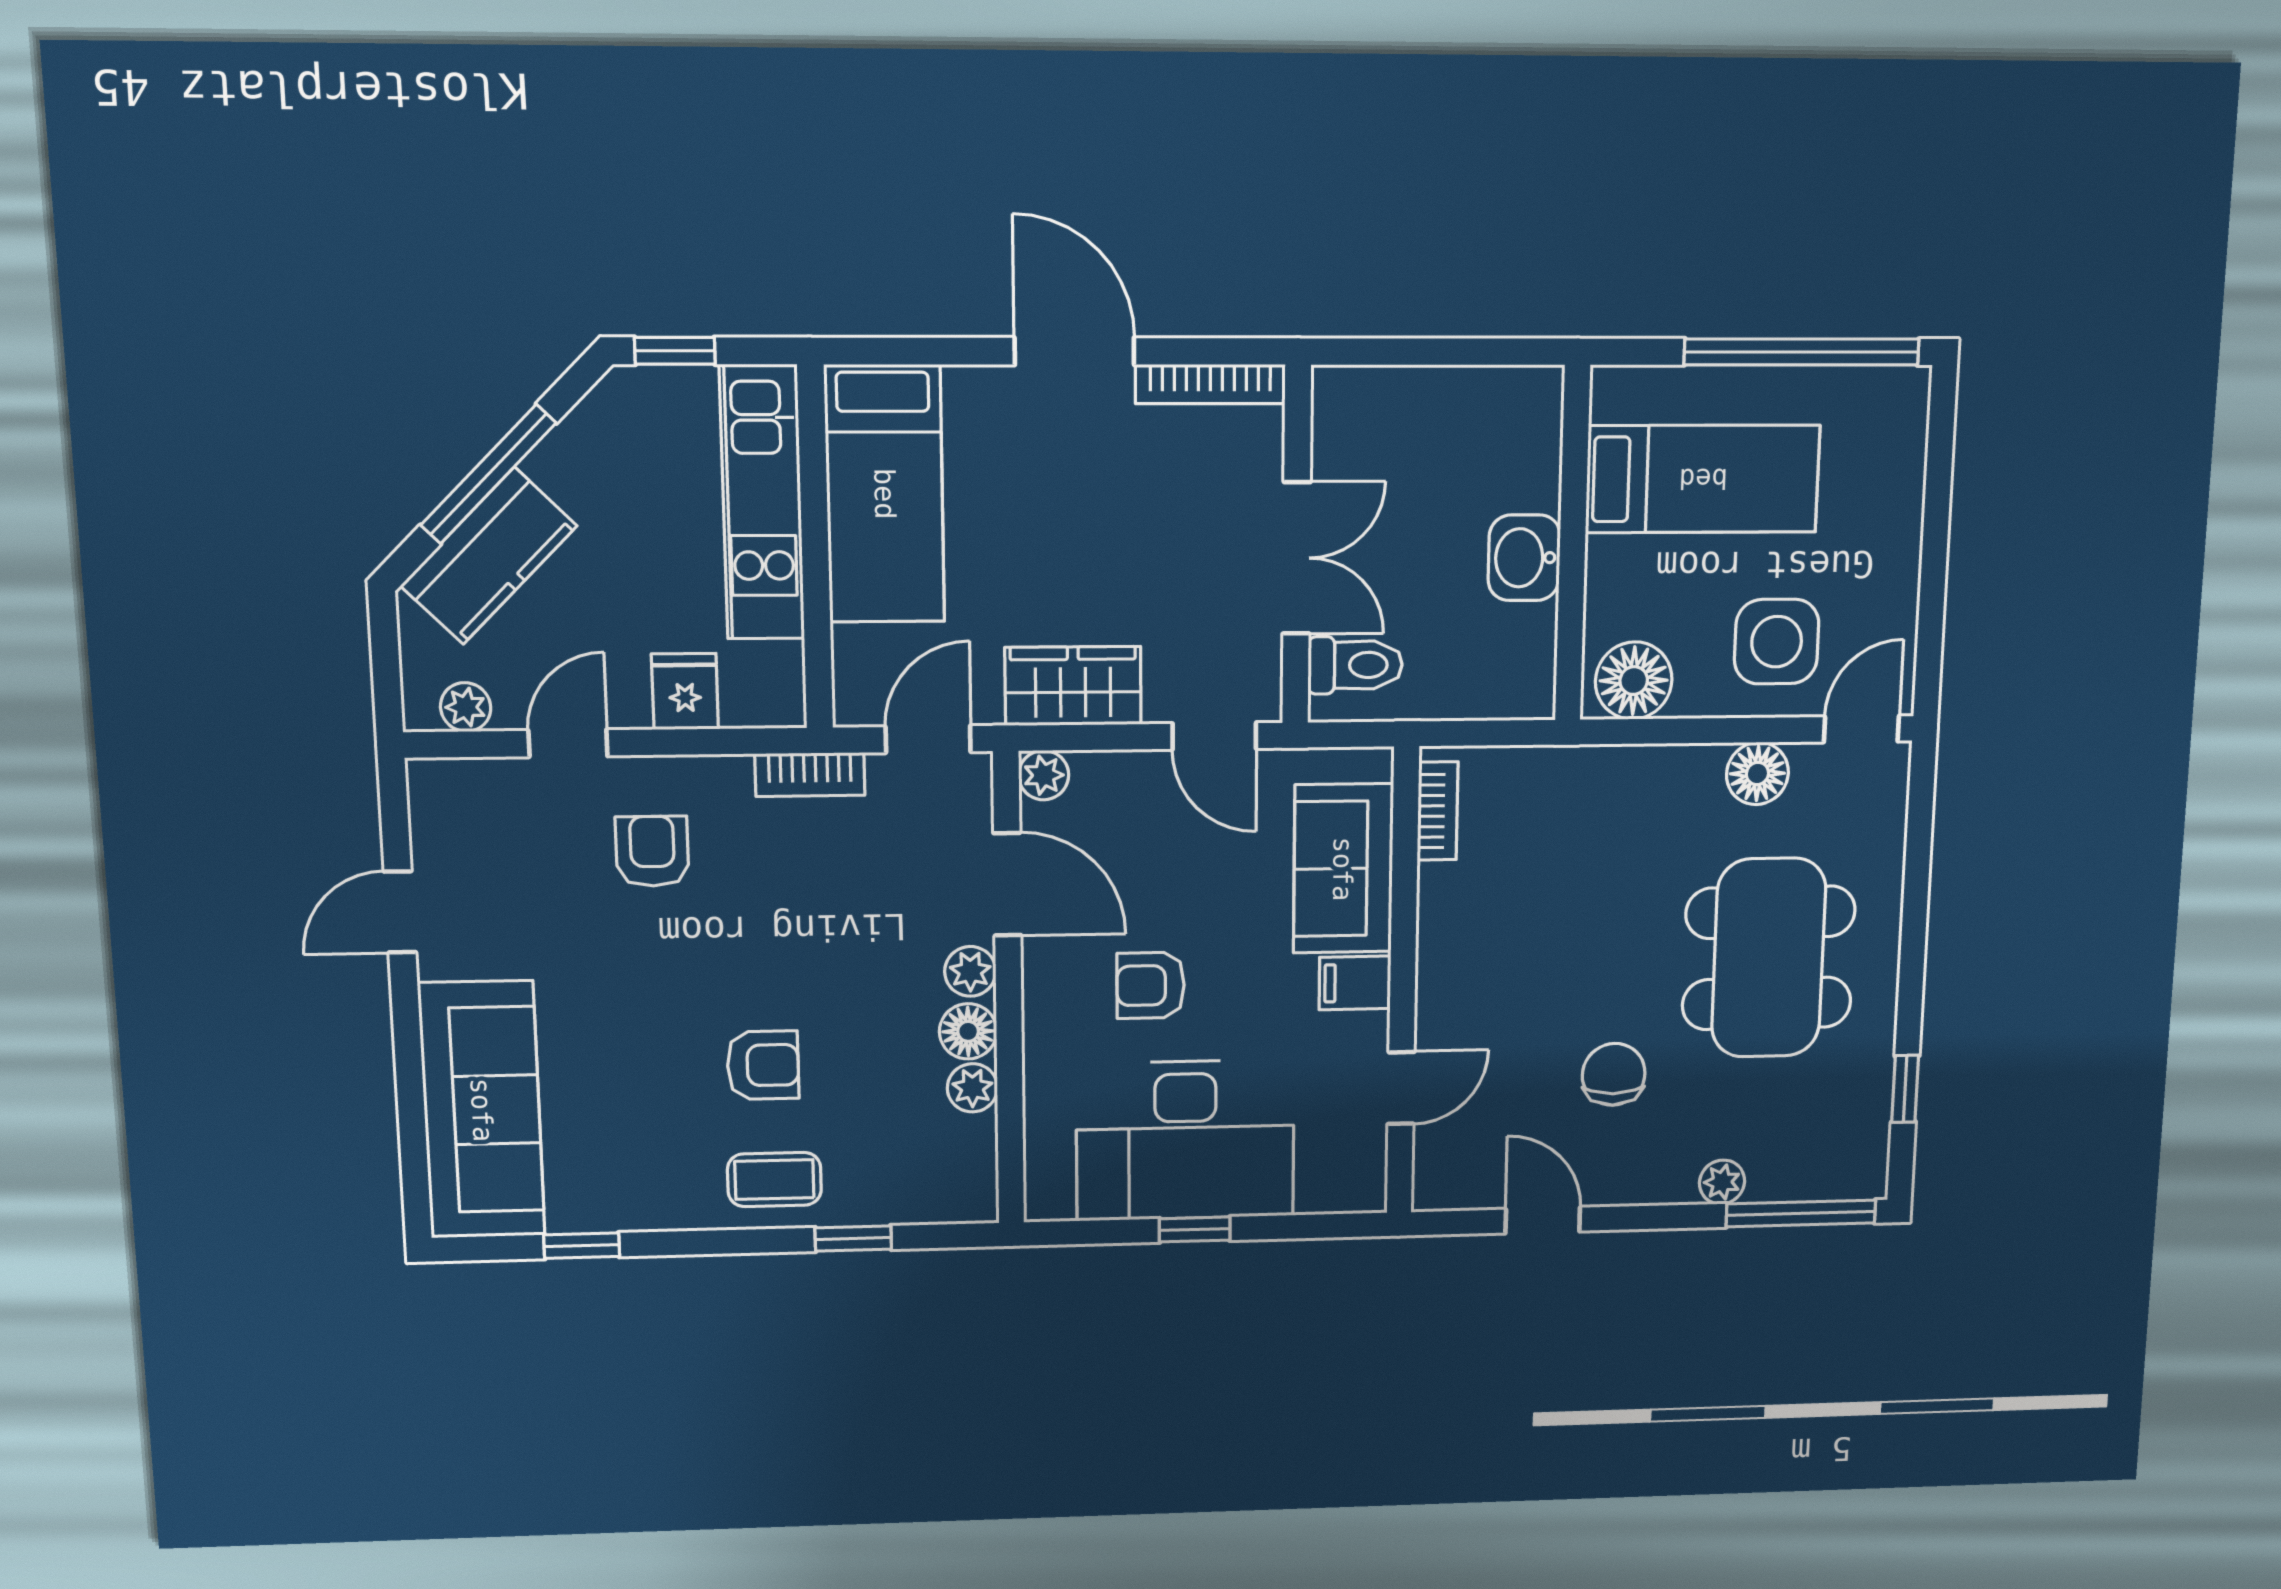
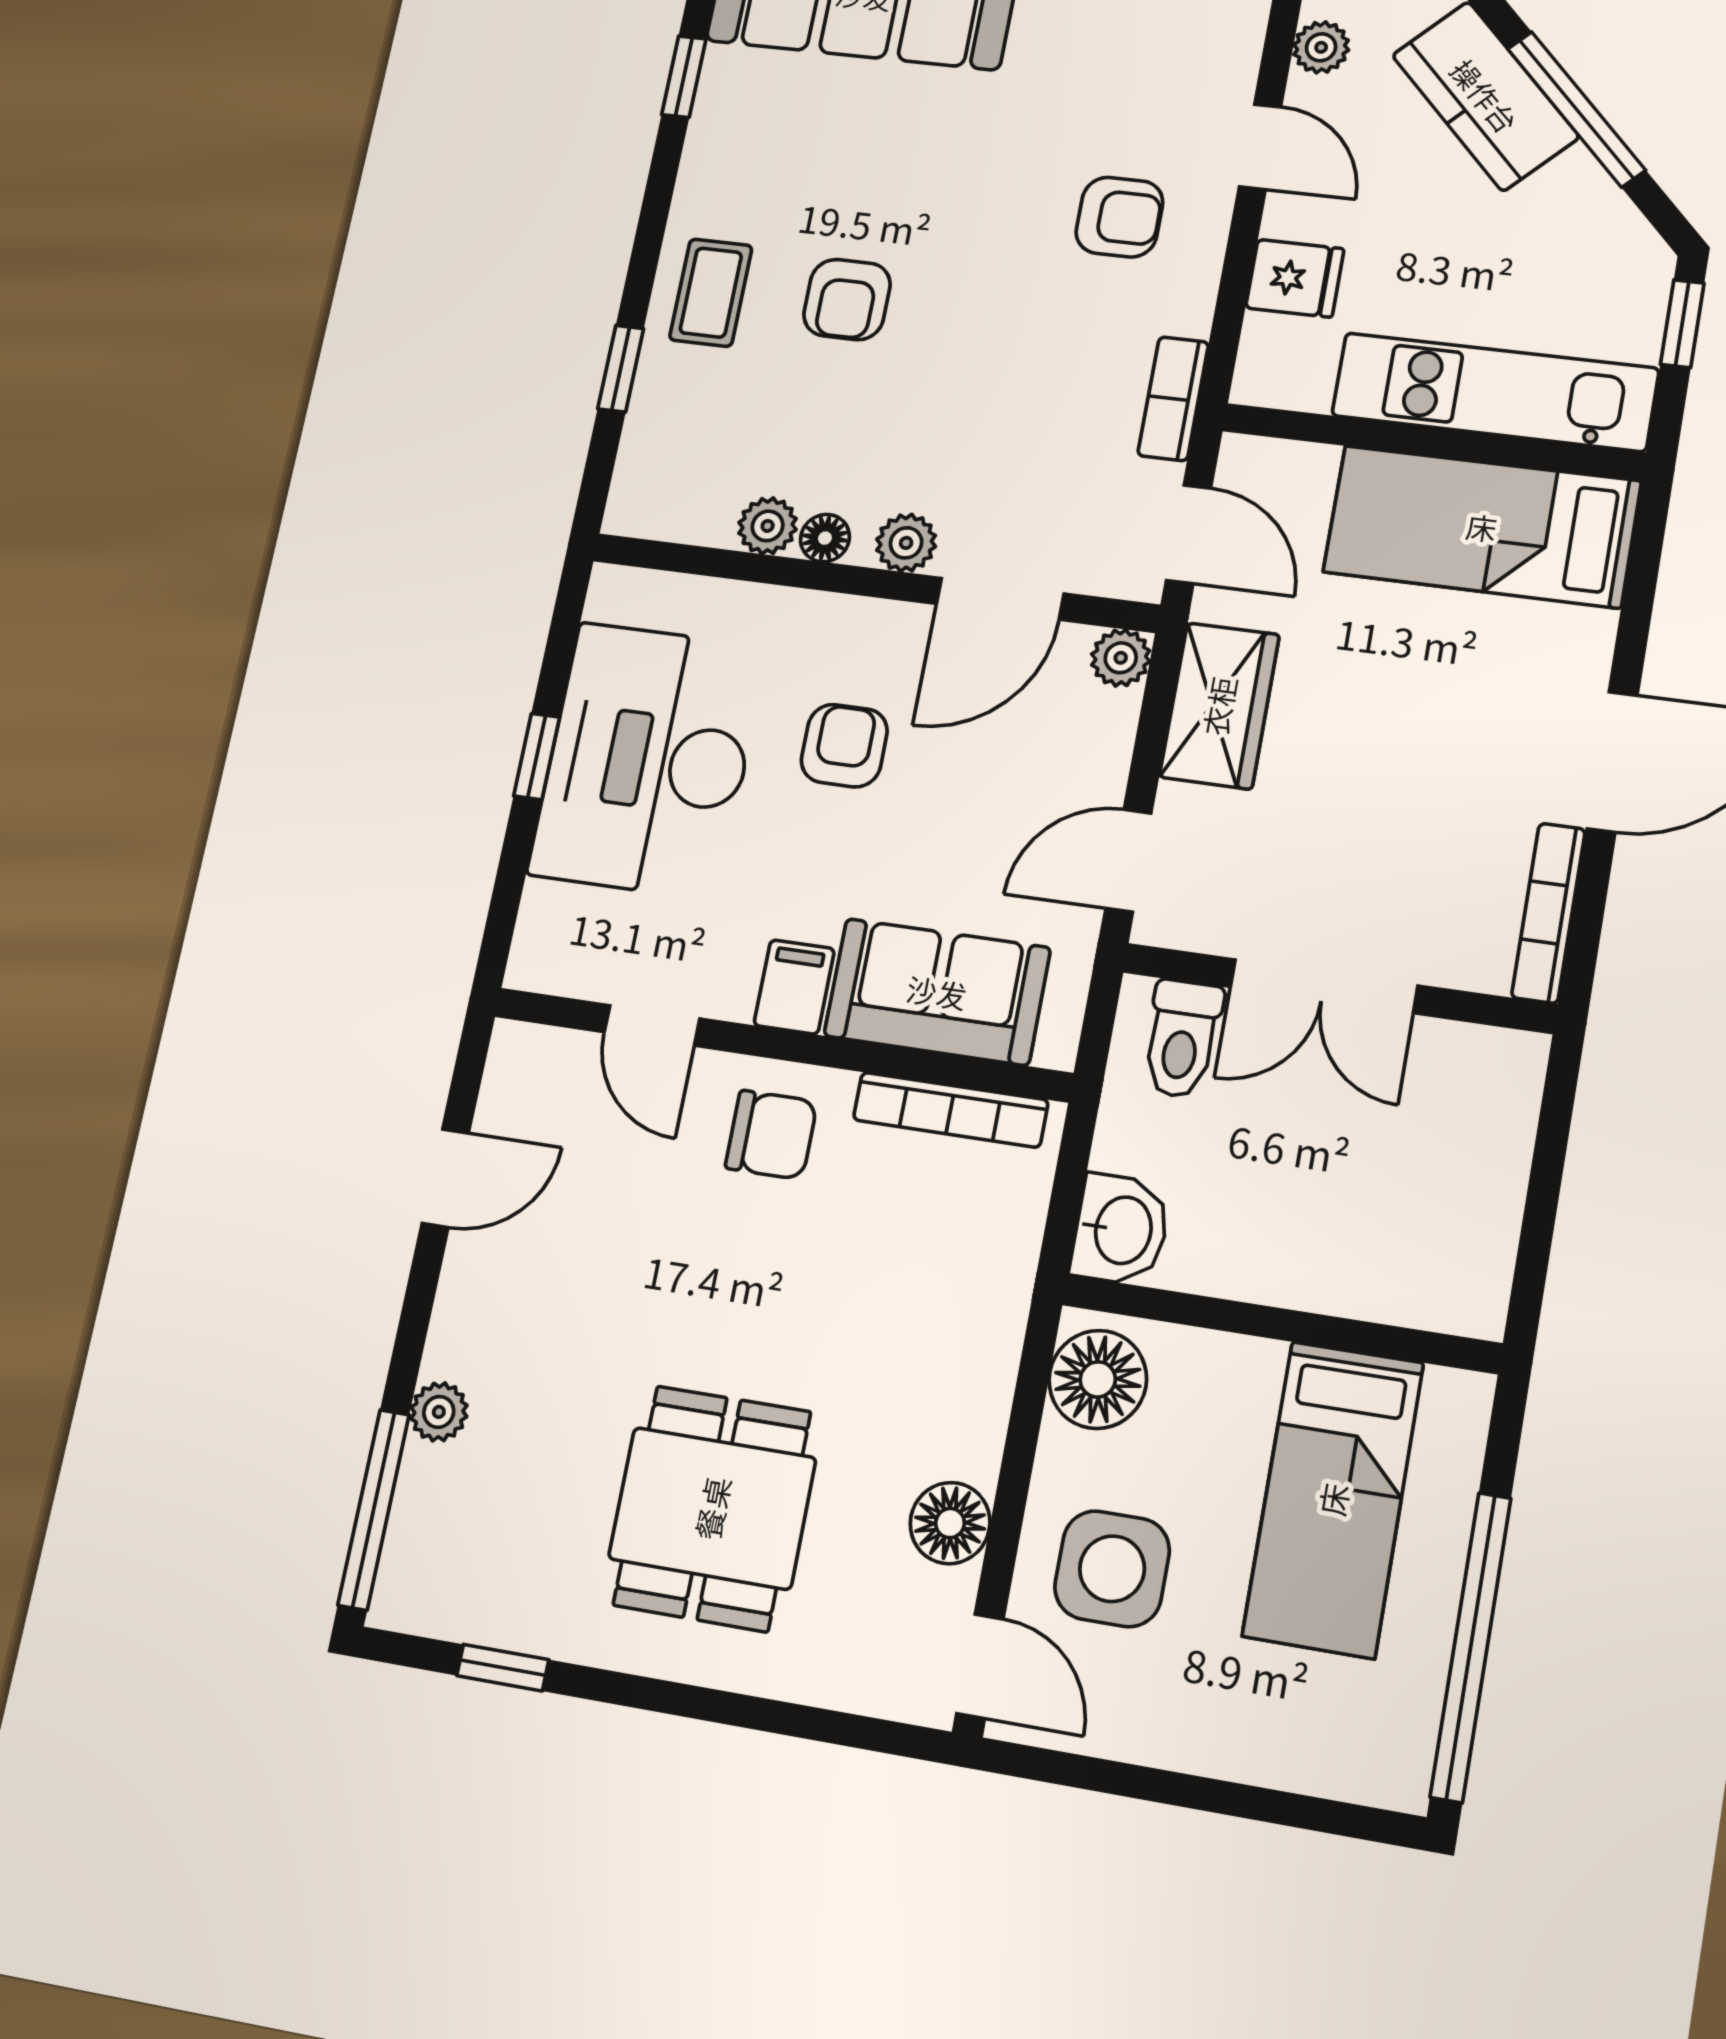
washbasin: (1524, 558) -> (1121, 1230), moved, turned 90
bookcase: (1438, 811) -> (951, 1110), width x1.56
dining table: (1769, 958) -> (712, 1508), width x0.73
floor lamp: (968, 1031) -> (825, 538), width x0.73, depth x0.73
chair: (1614, 1074) -> (771, 1135), moved

